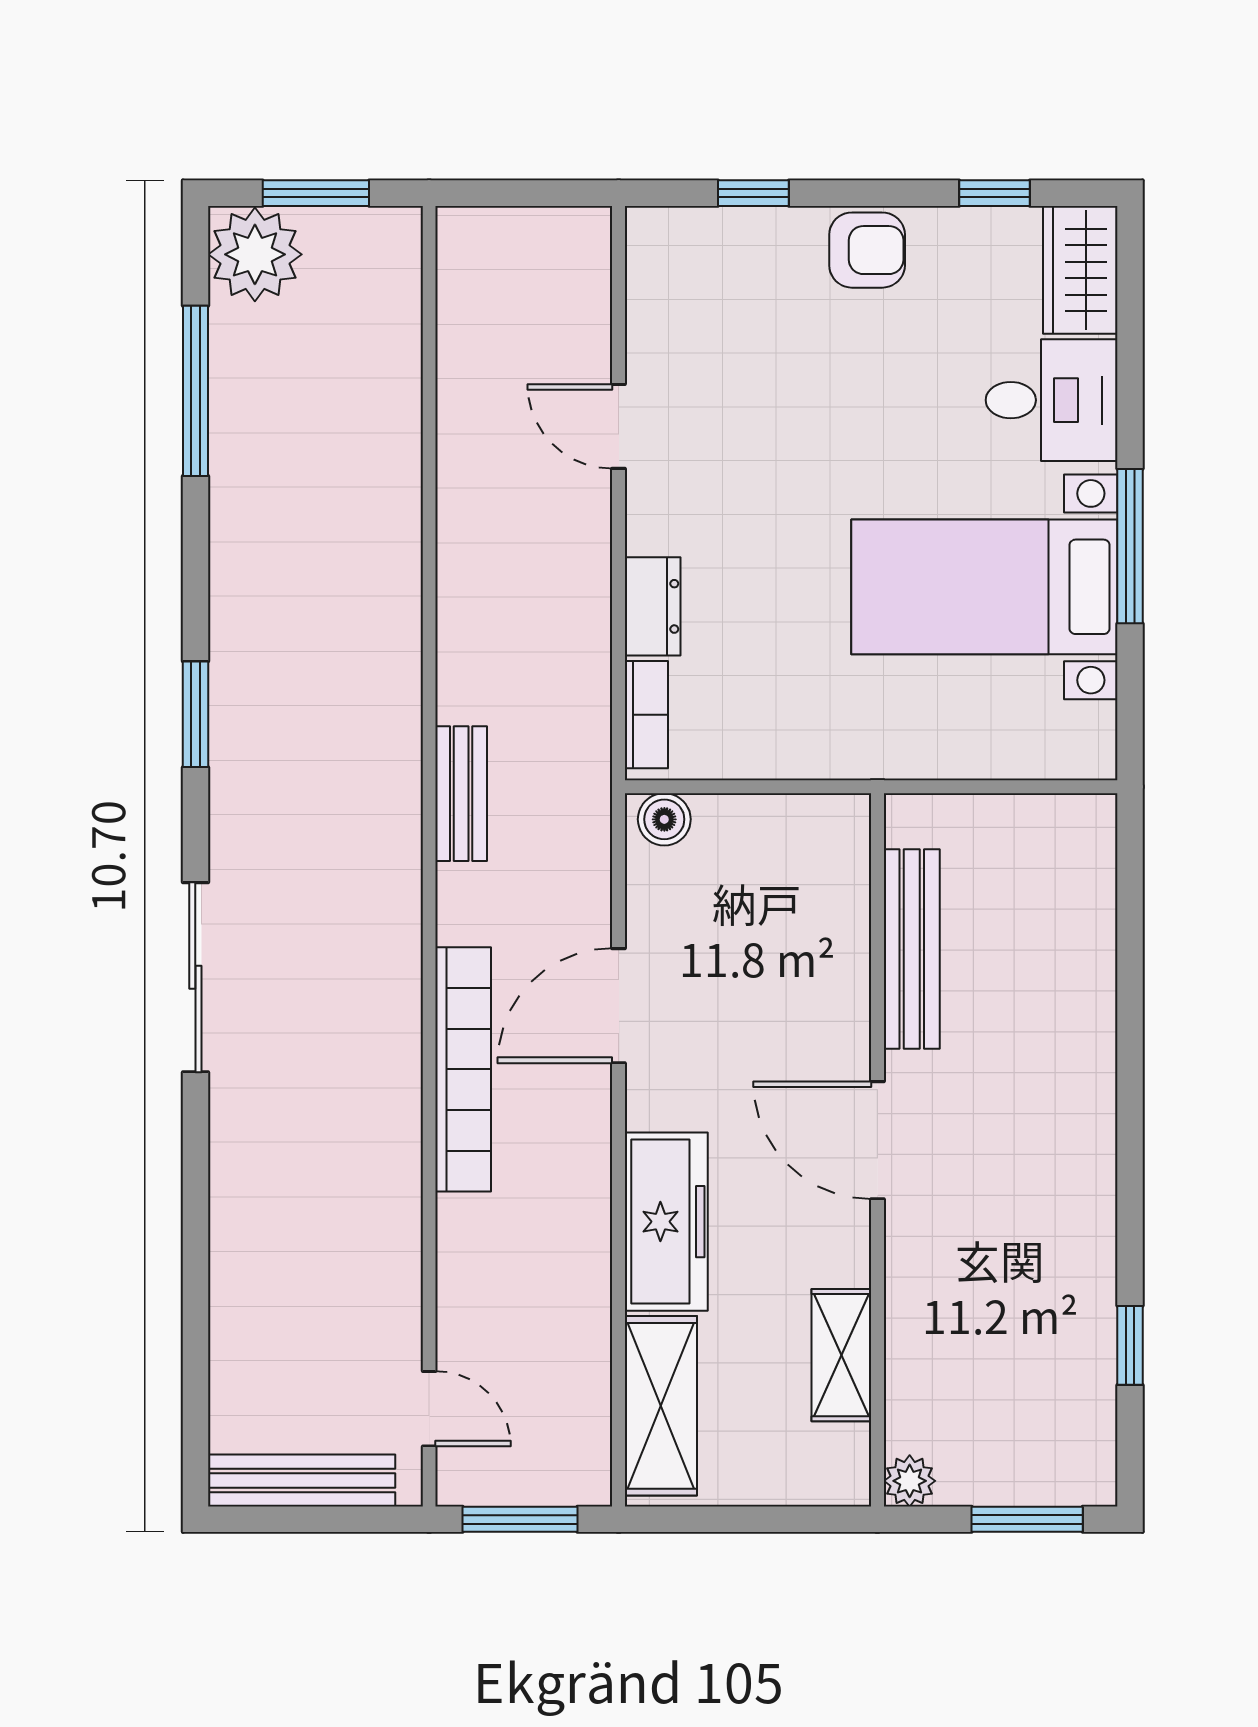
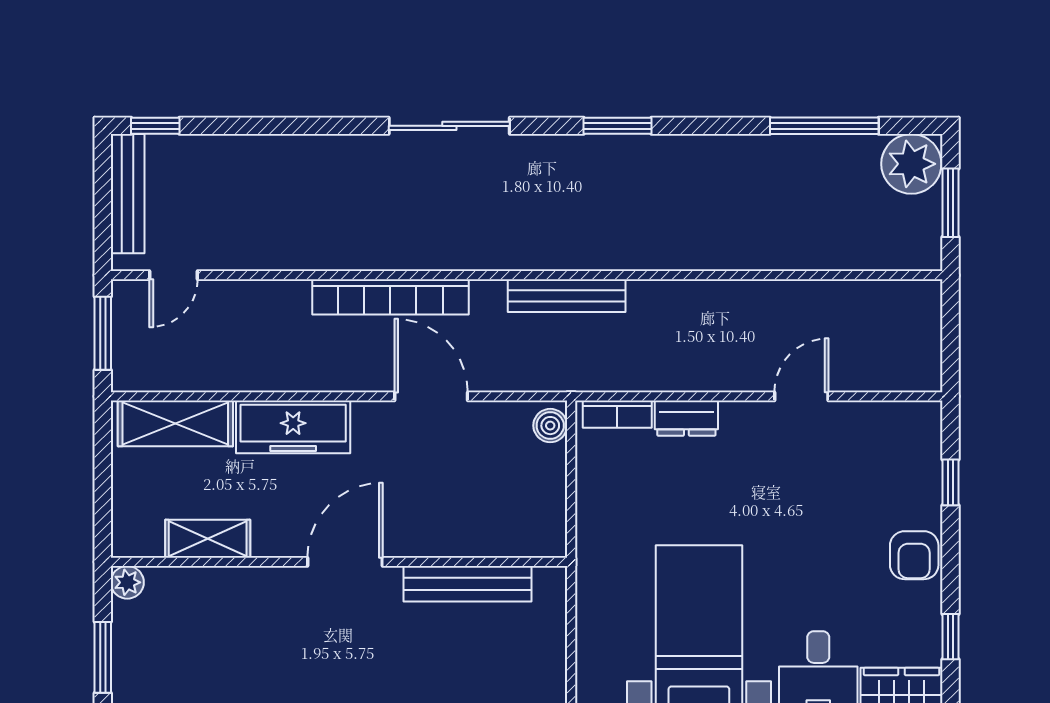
bench: (461, 794) -> (567, 296), width x1.36
window: (195, 1437) -> (155, 126), added

